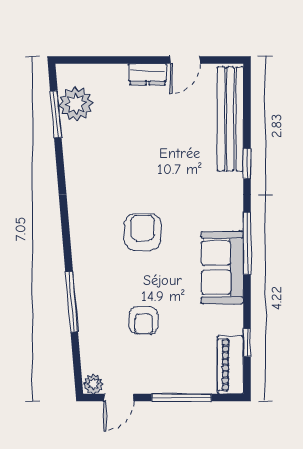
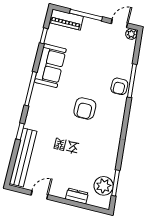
dresser: (148, 74) -> (77, 196), moved
sofa: (222, 268) -> (50, 66), moved
armchair: (144, 320) -> (119, 86), moved, turned 180
piano: (230, 365) -> (66, 20), moved, turned 90

